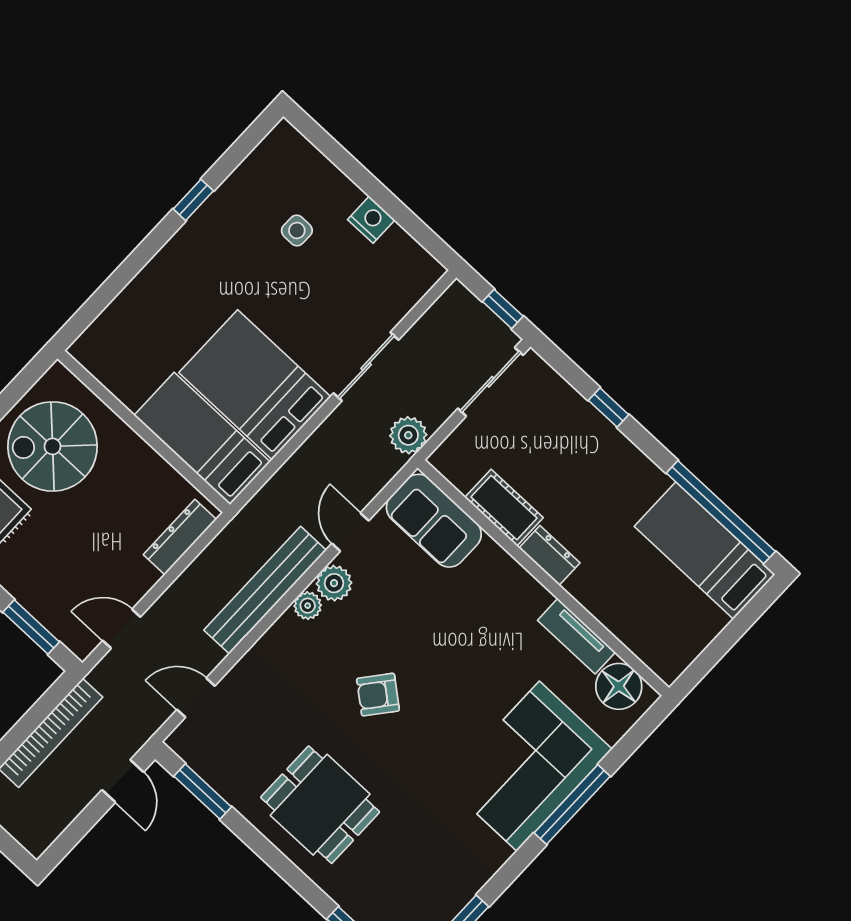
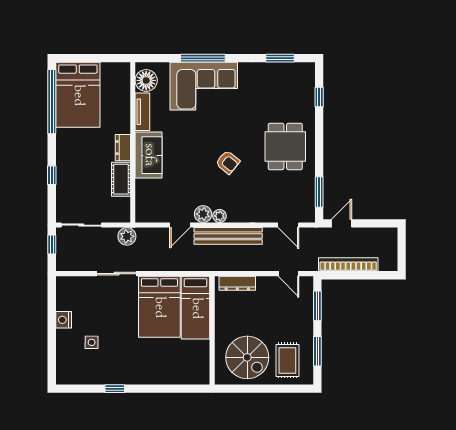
sofa: (434, 521) -> (149, 155), moved
bed: (705, 550) -> (78, 95), width x1.50

